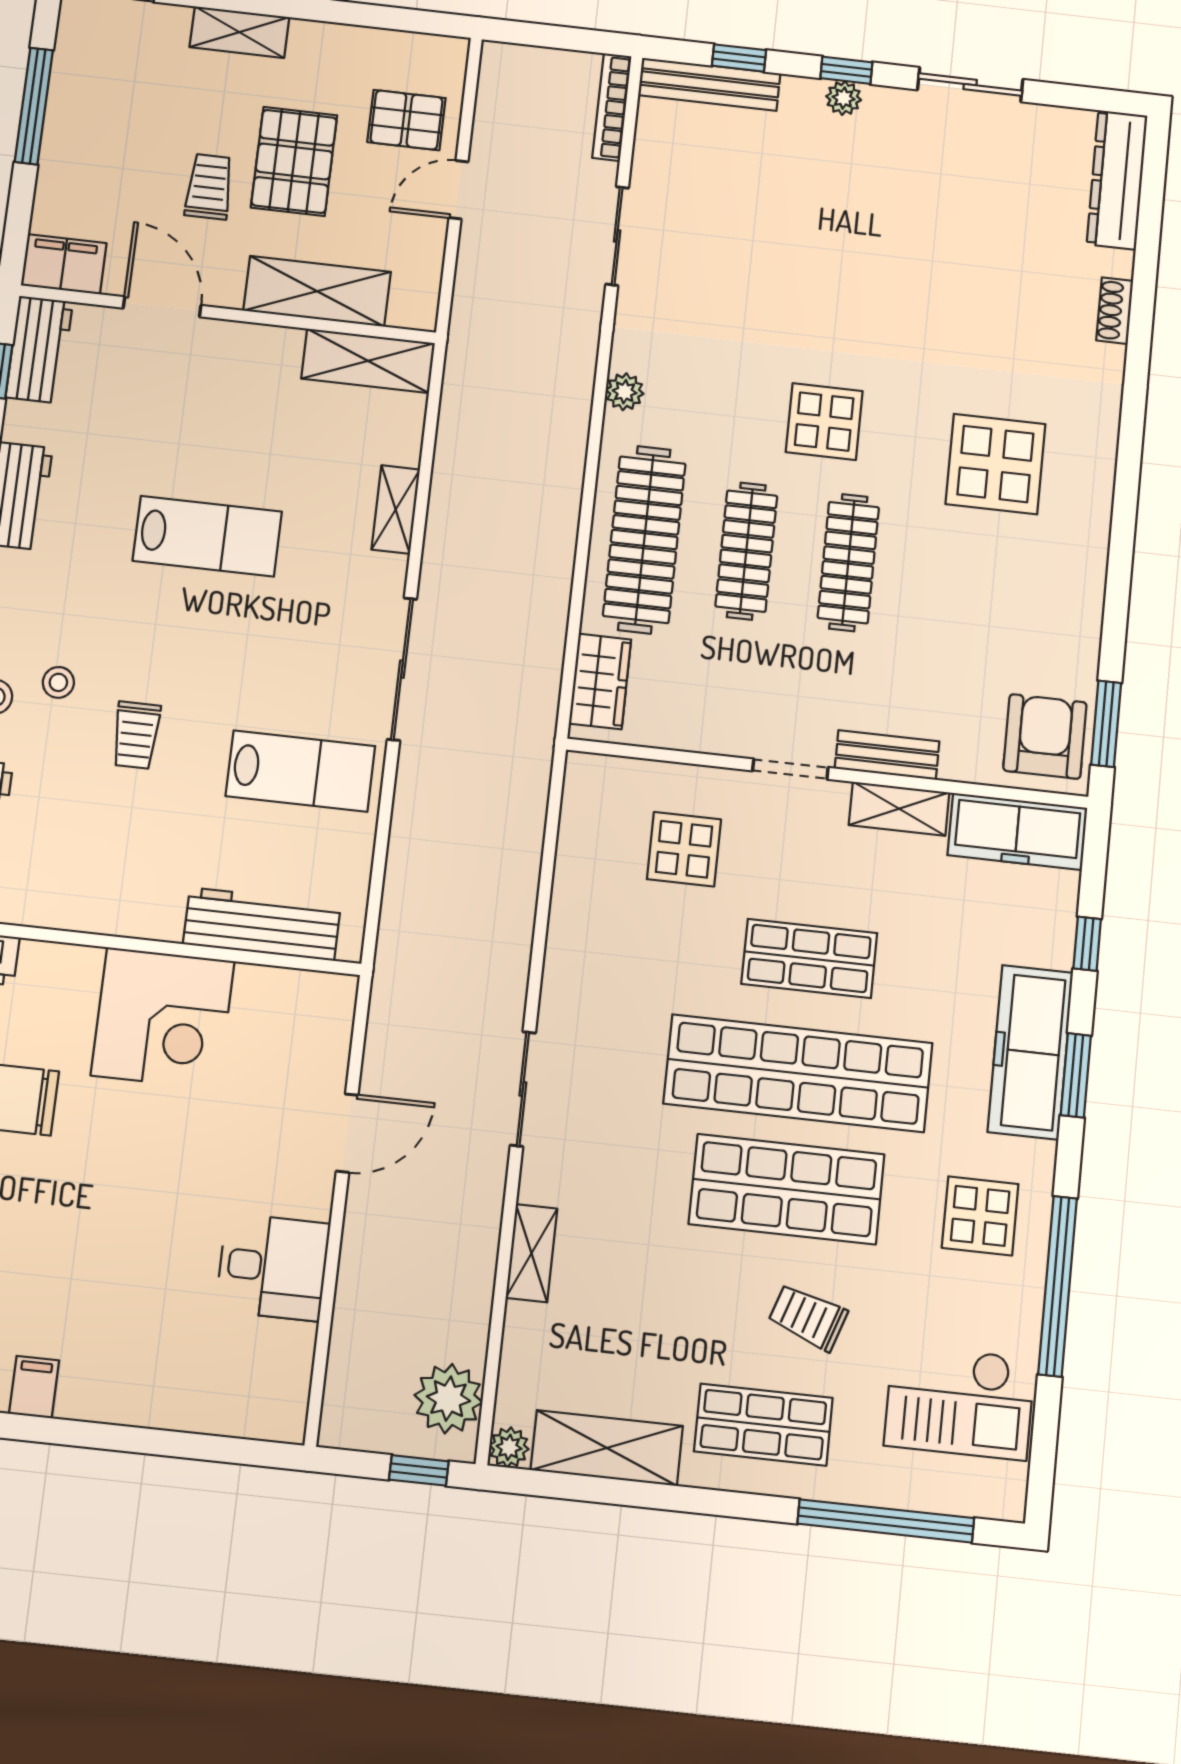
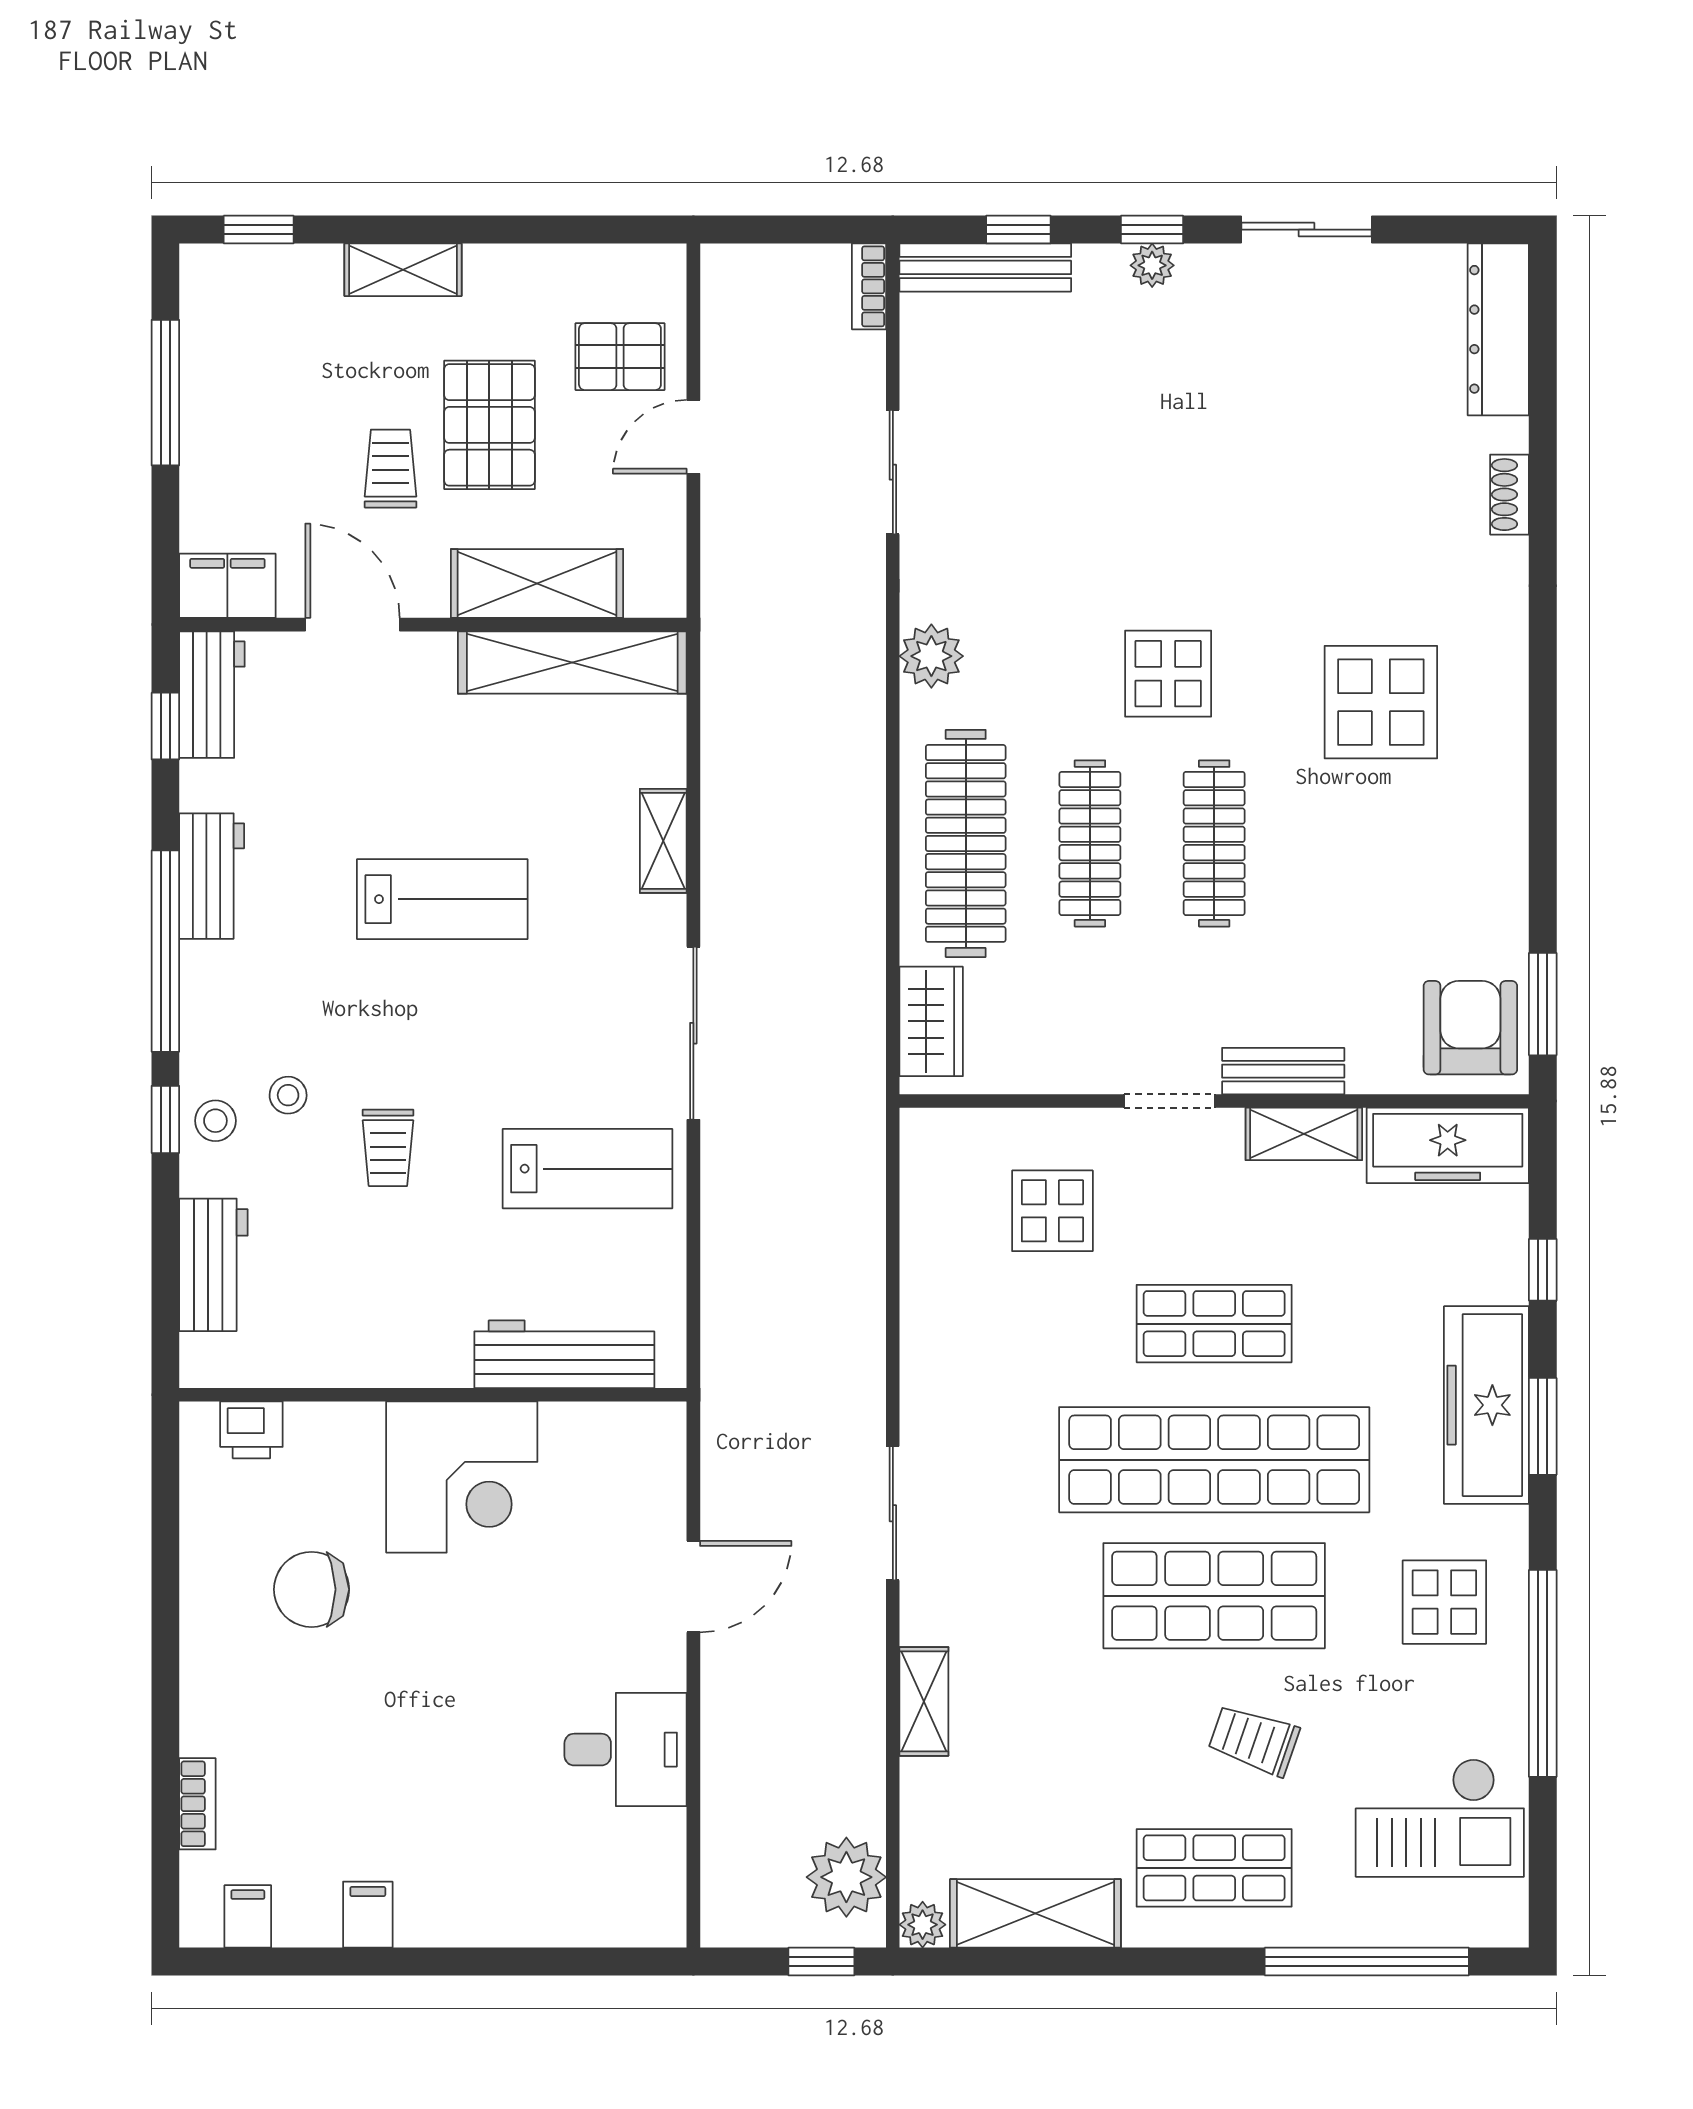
bookcase: (612, 107) -> (869, 286), width x0.64
shelving: (368, 361) -> (572, 662), width x1.47
plant: (625, 392) -> (931, 656), width x1.38, depth x1.38

